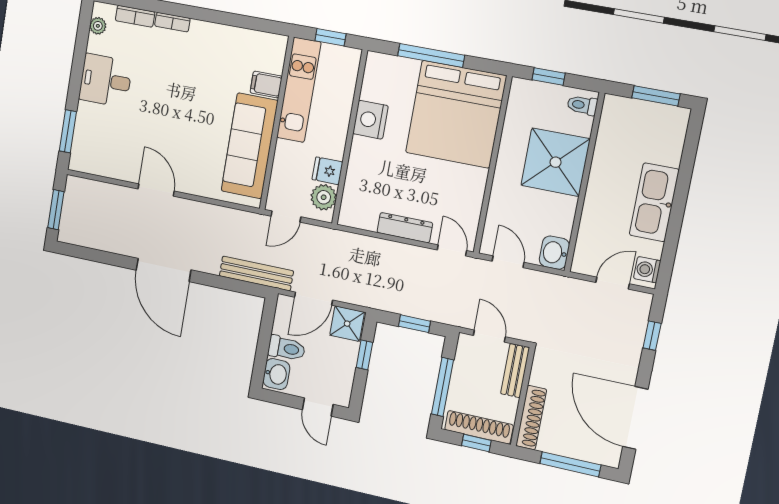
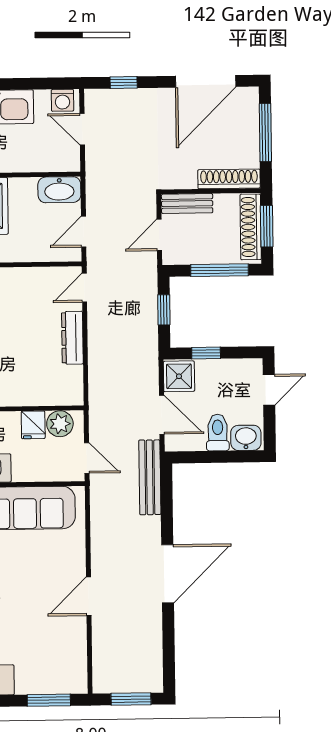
washbasin: (554, 253) -> (59, 190), width x1.38
window: (476, 443) -> (267, 226), width x1.50

